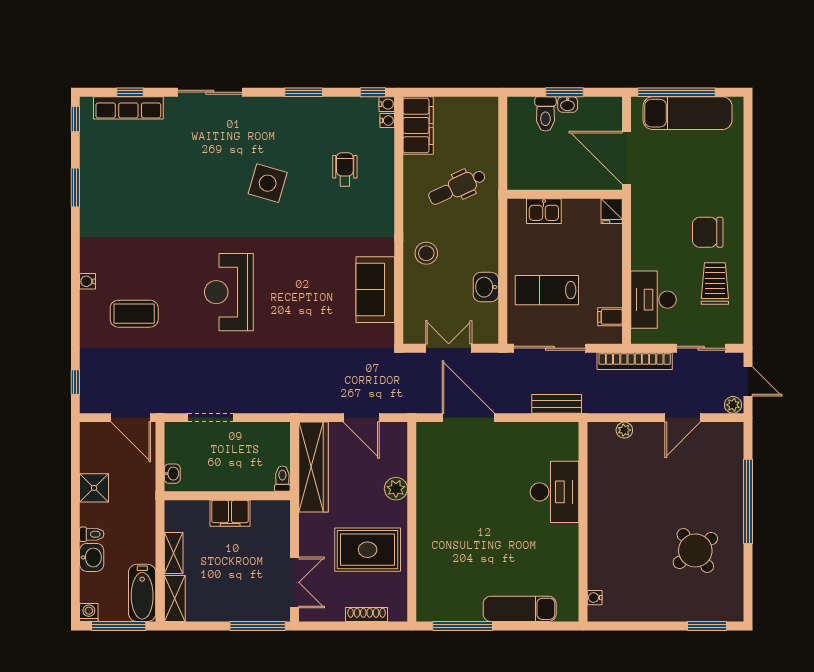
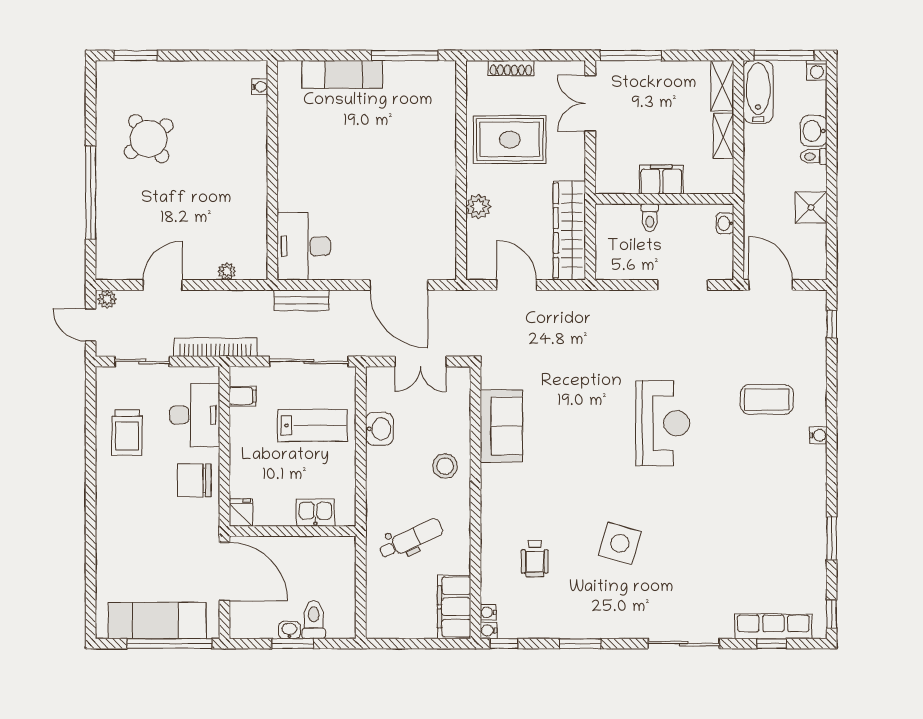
chair: (708, 232) -> (194, 480), moved, turned 180
toilet: (282, 479) -> (650, 218), moved
desk: (555, 492) -> (304, 246), moved

